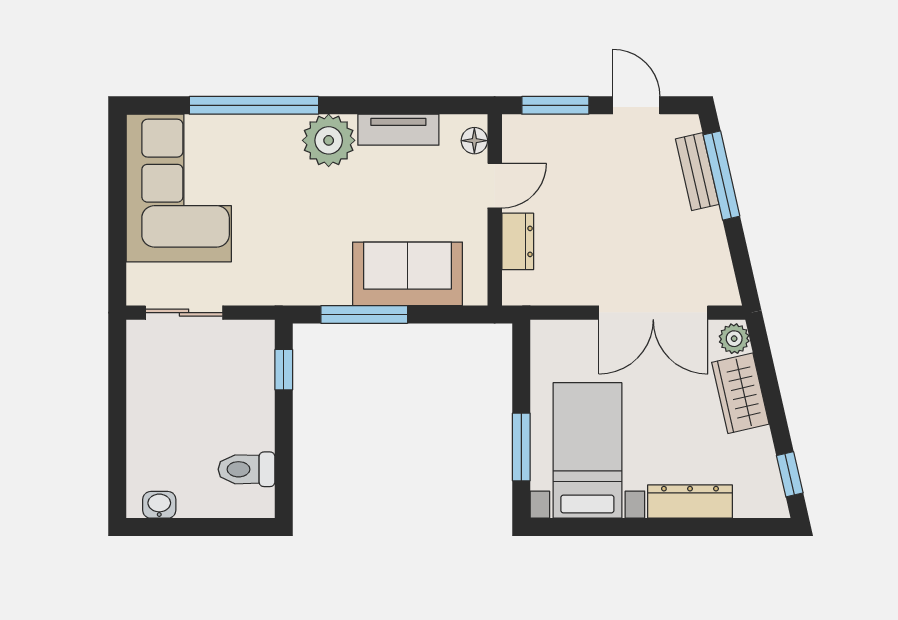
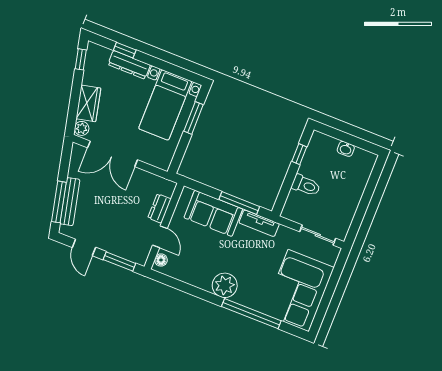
tv unit: (398, 130) -> (259, 223), moved, turned 180
bench: (697, 172) -> (70, 202), width x1.36
door: (495, 186) -> (160, 237), swing flipped
double door: (653, 313) -> (112, 154), swing flipped
window: (284, 370) -> (299, 154), moved
toilet: (246, 469) -> (306, 185), moved
washbasin: (159, 505) -> (346, 149), moved
window: (710, 527) -> (125, 50), added

